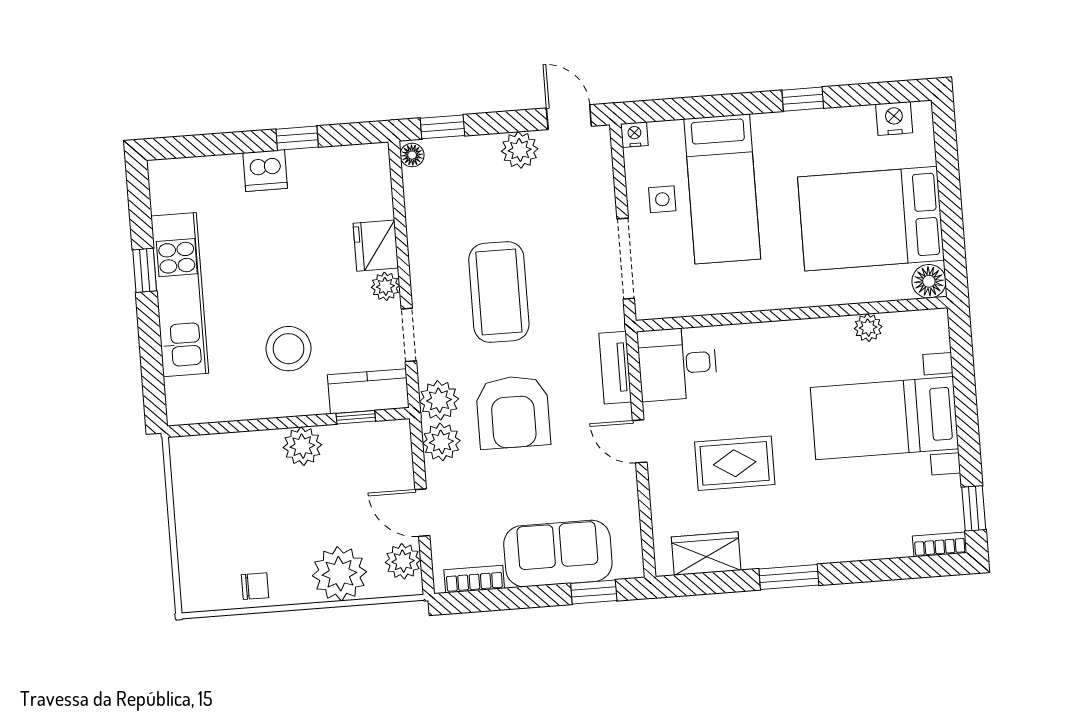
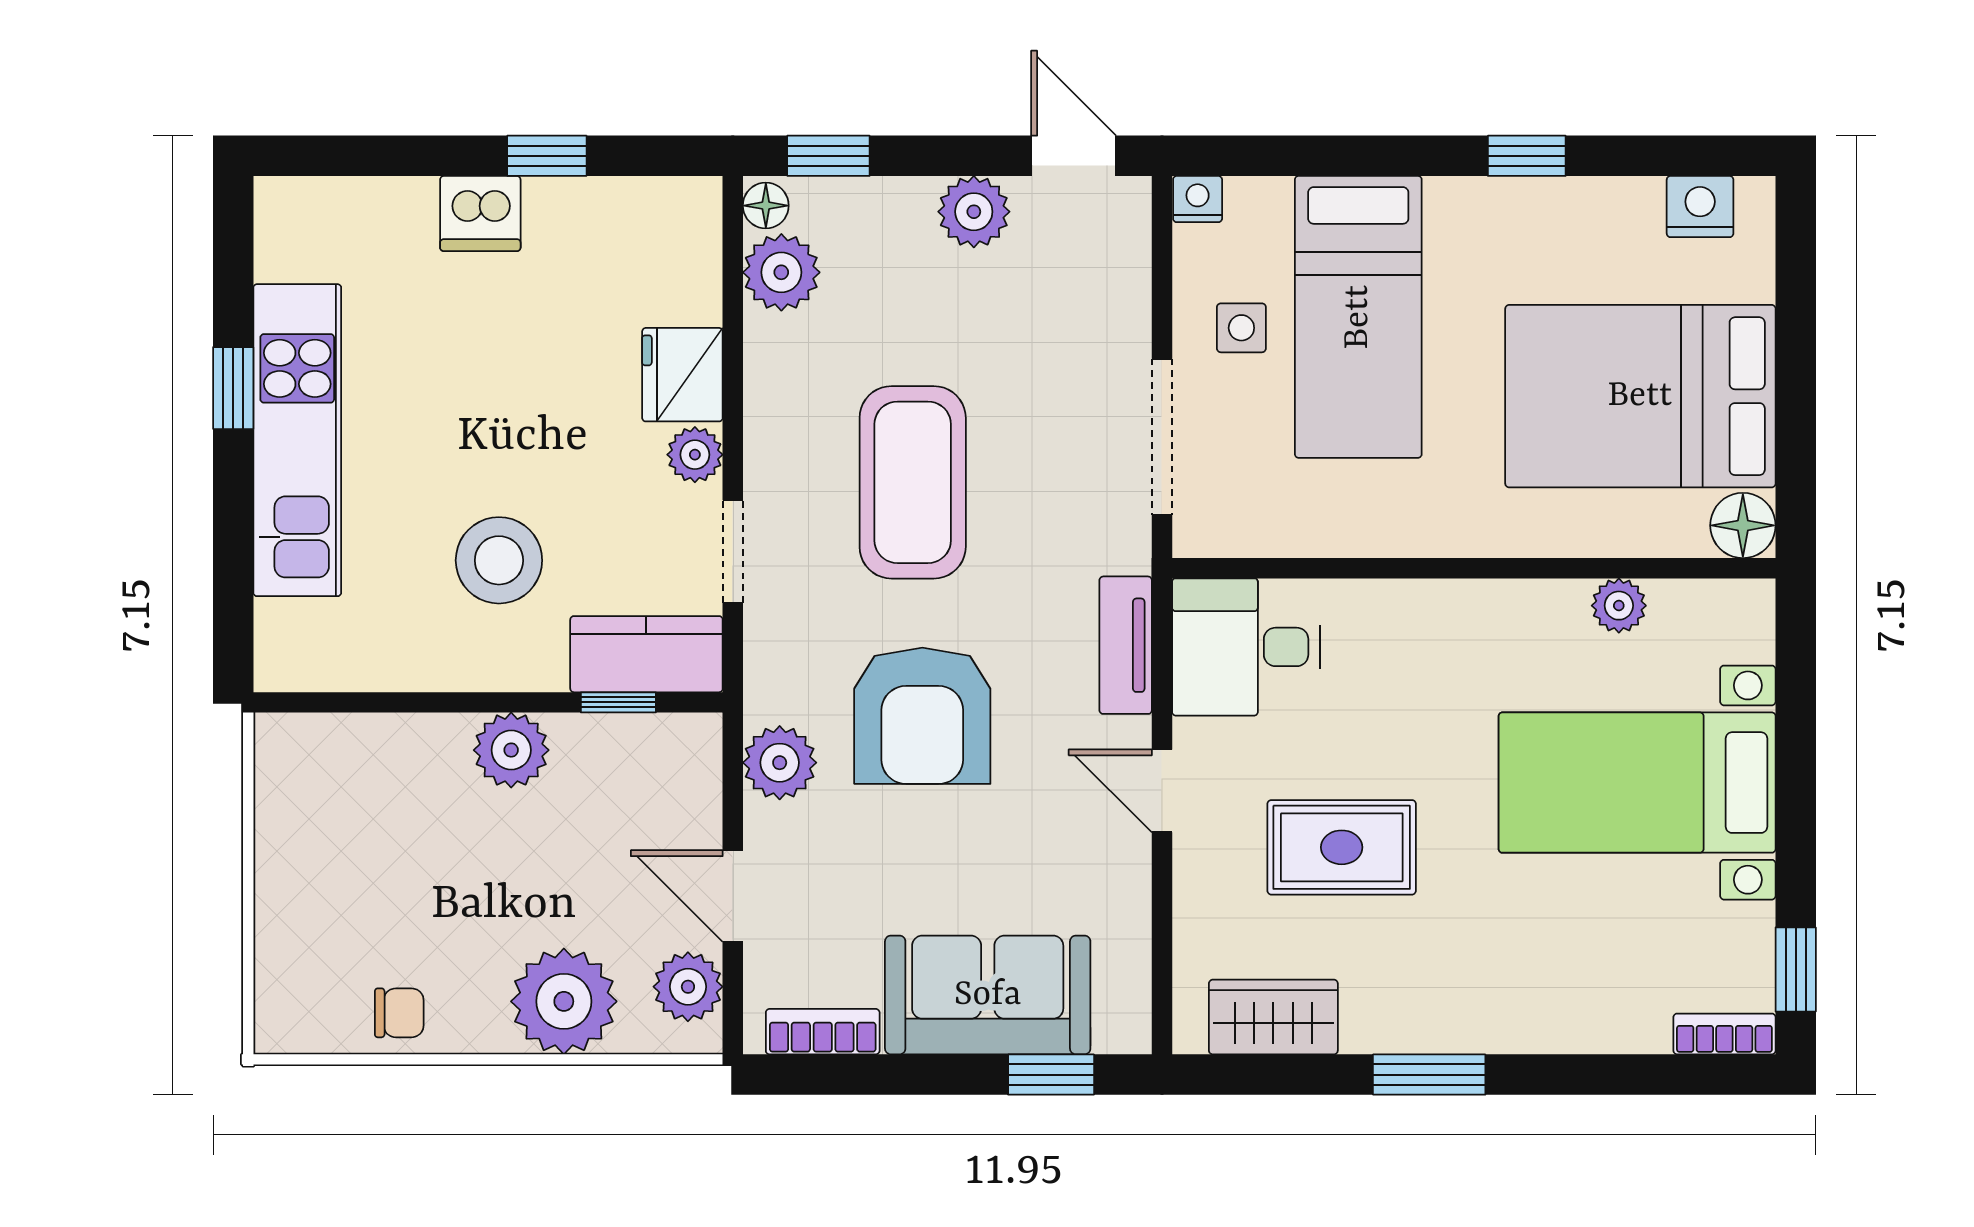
plant: (439, 400) -> (781, 272), moved

